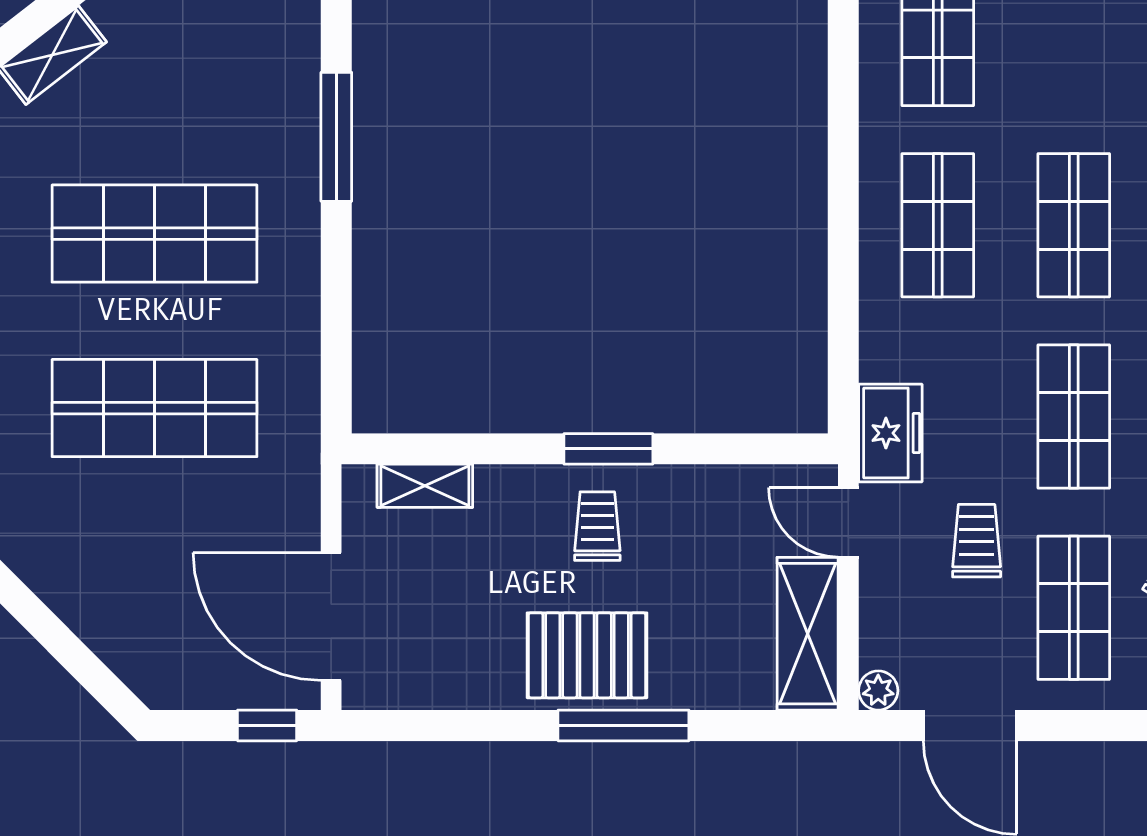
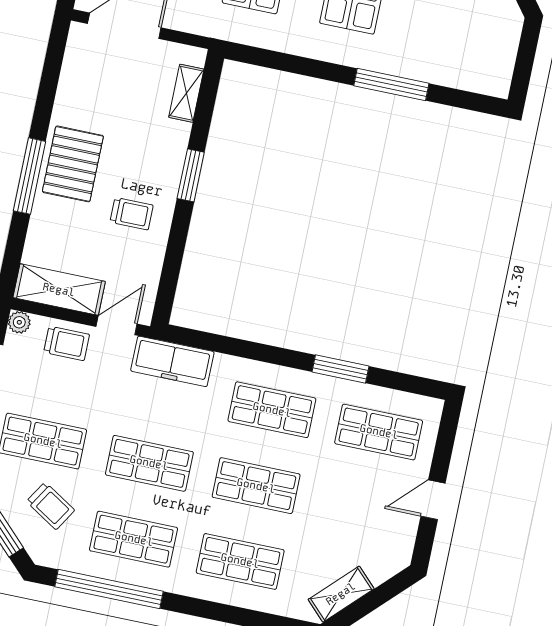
window: (843, 122) -> (340, 369), added
freezer: (890, 433) -> (172, 361), width x1.40
window: (608, 449) -> (191, 175), moved
trolley: (597, 526) -> (132, 214), moved
trolley: (977, 541) -> (67, 343), moved

